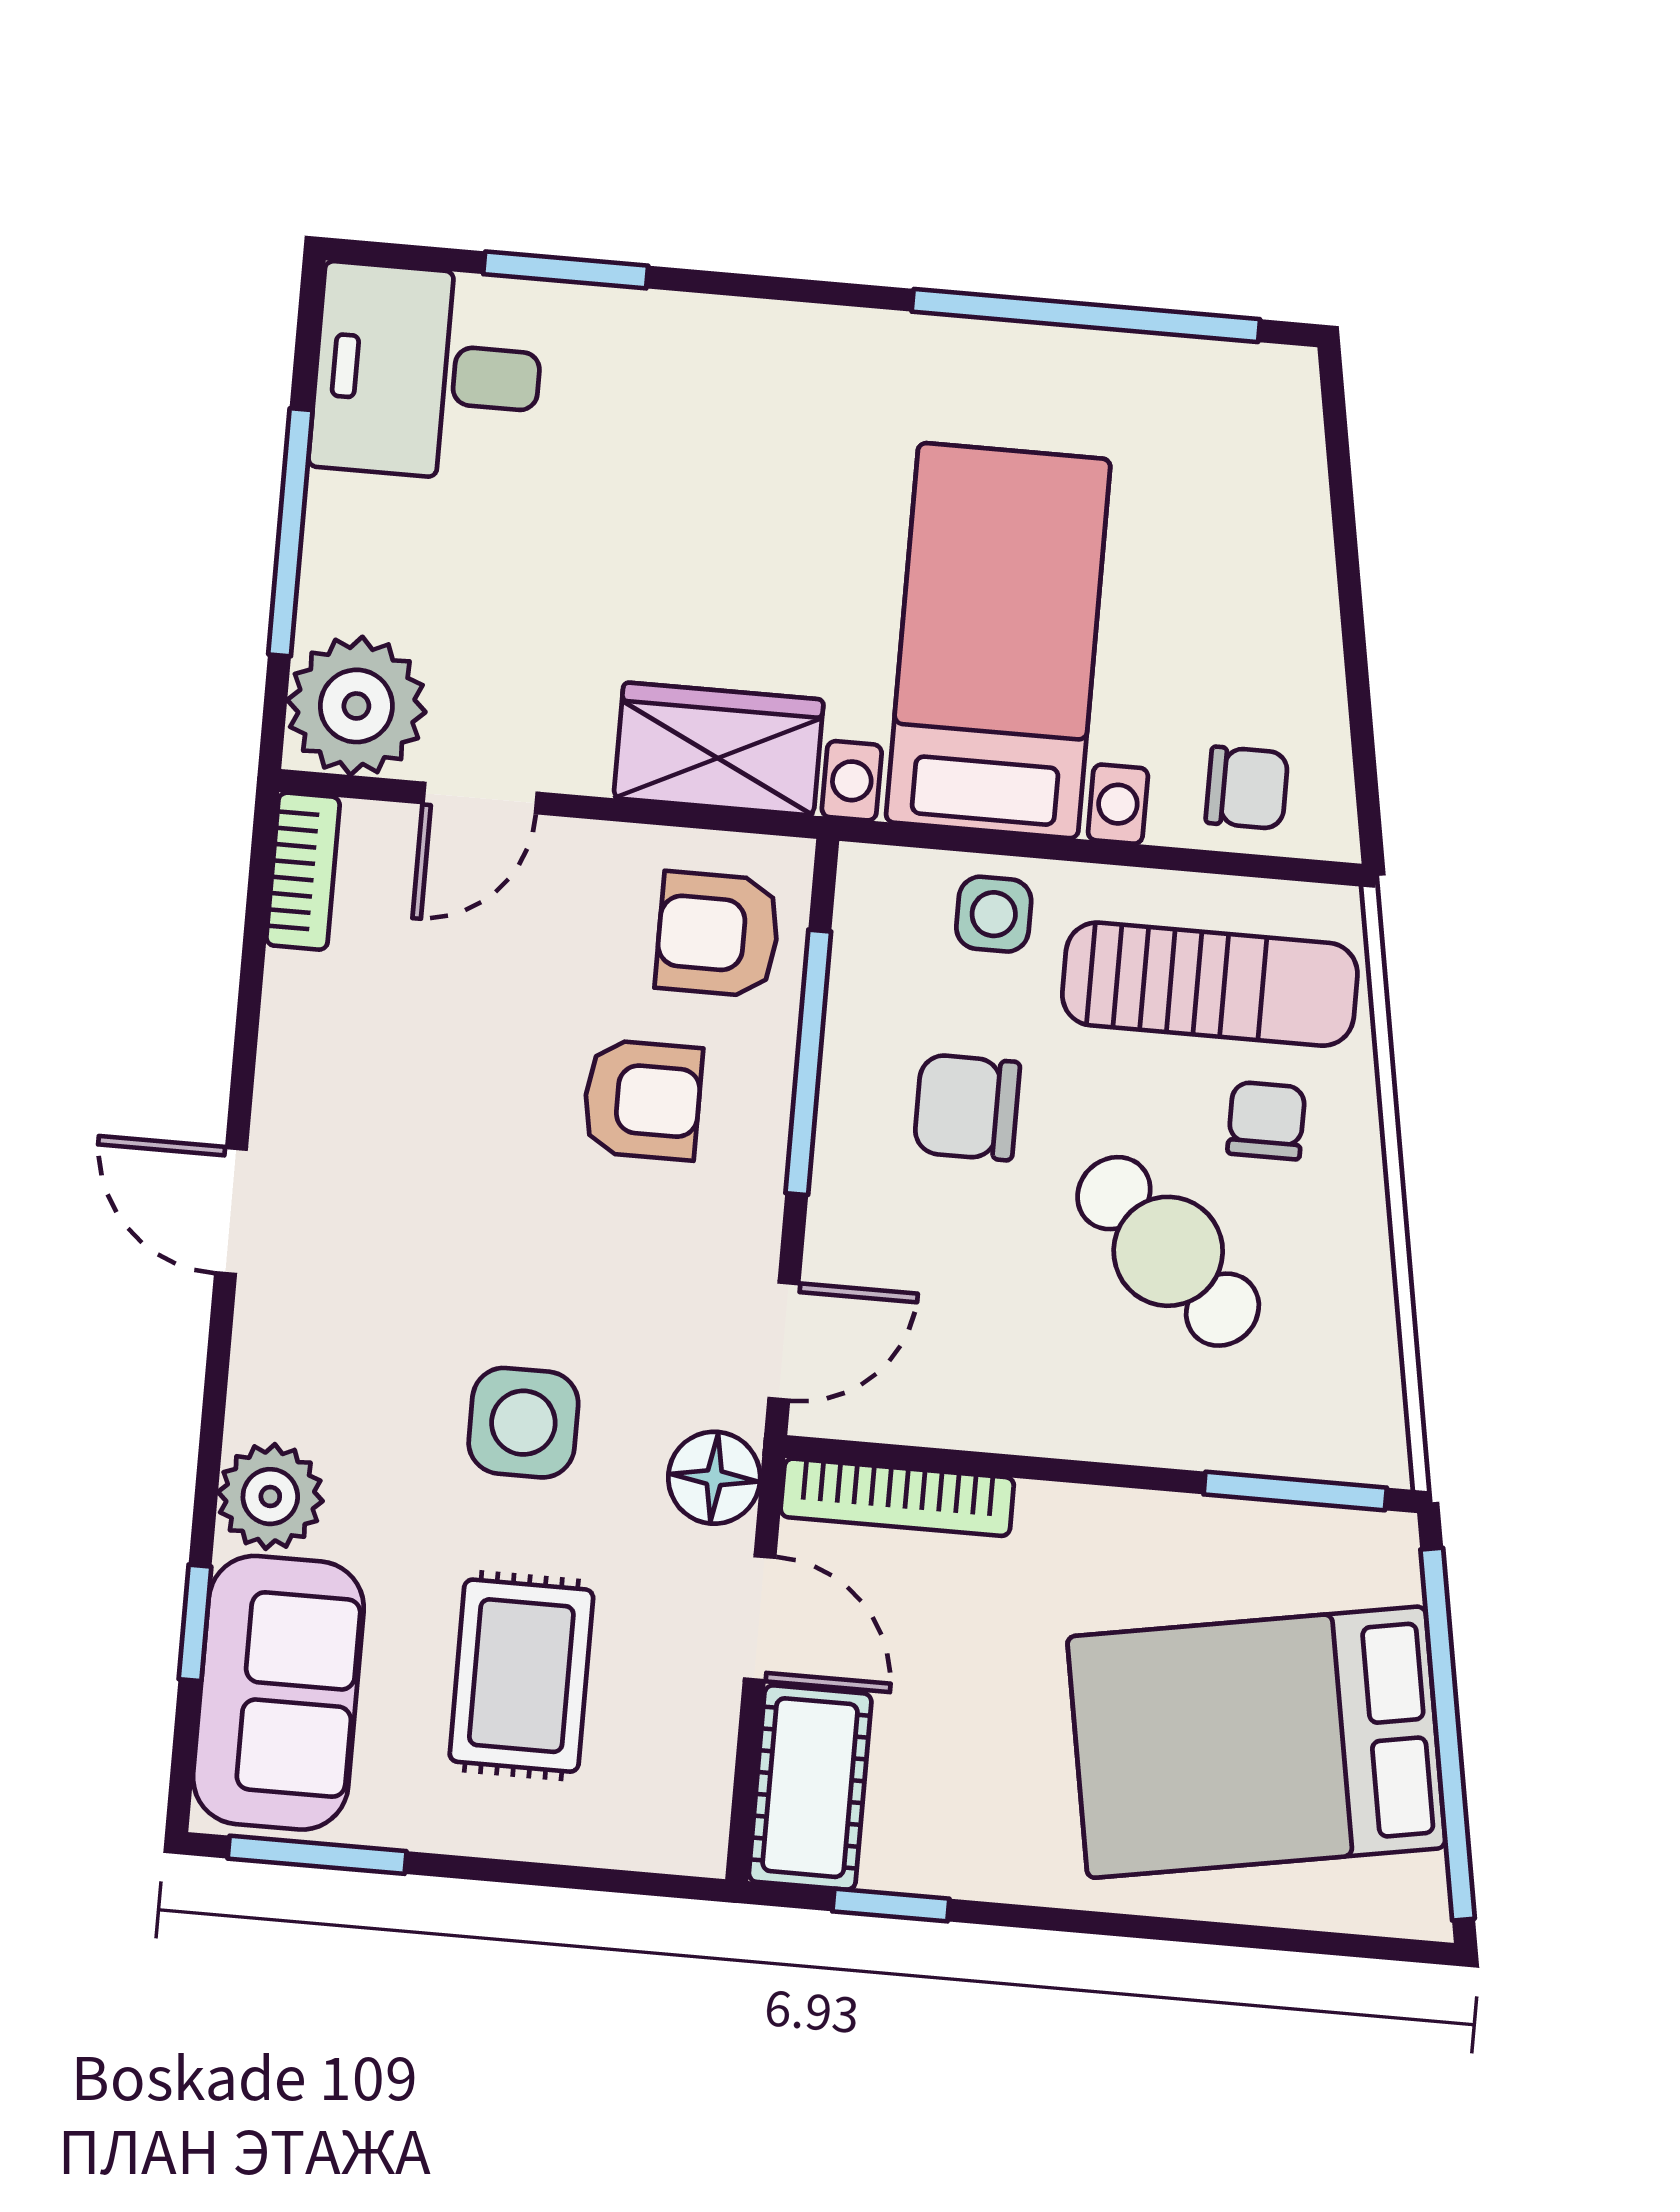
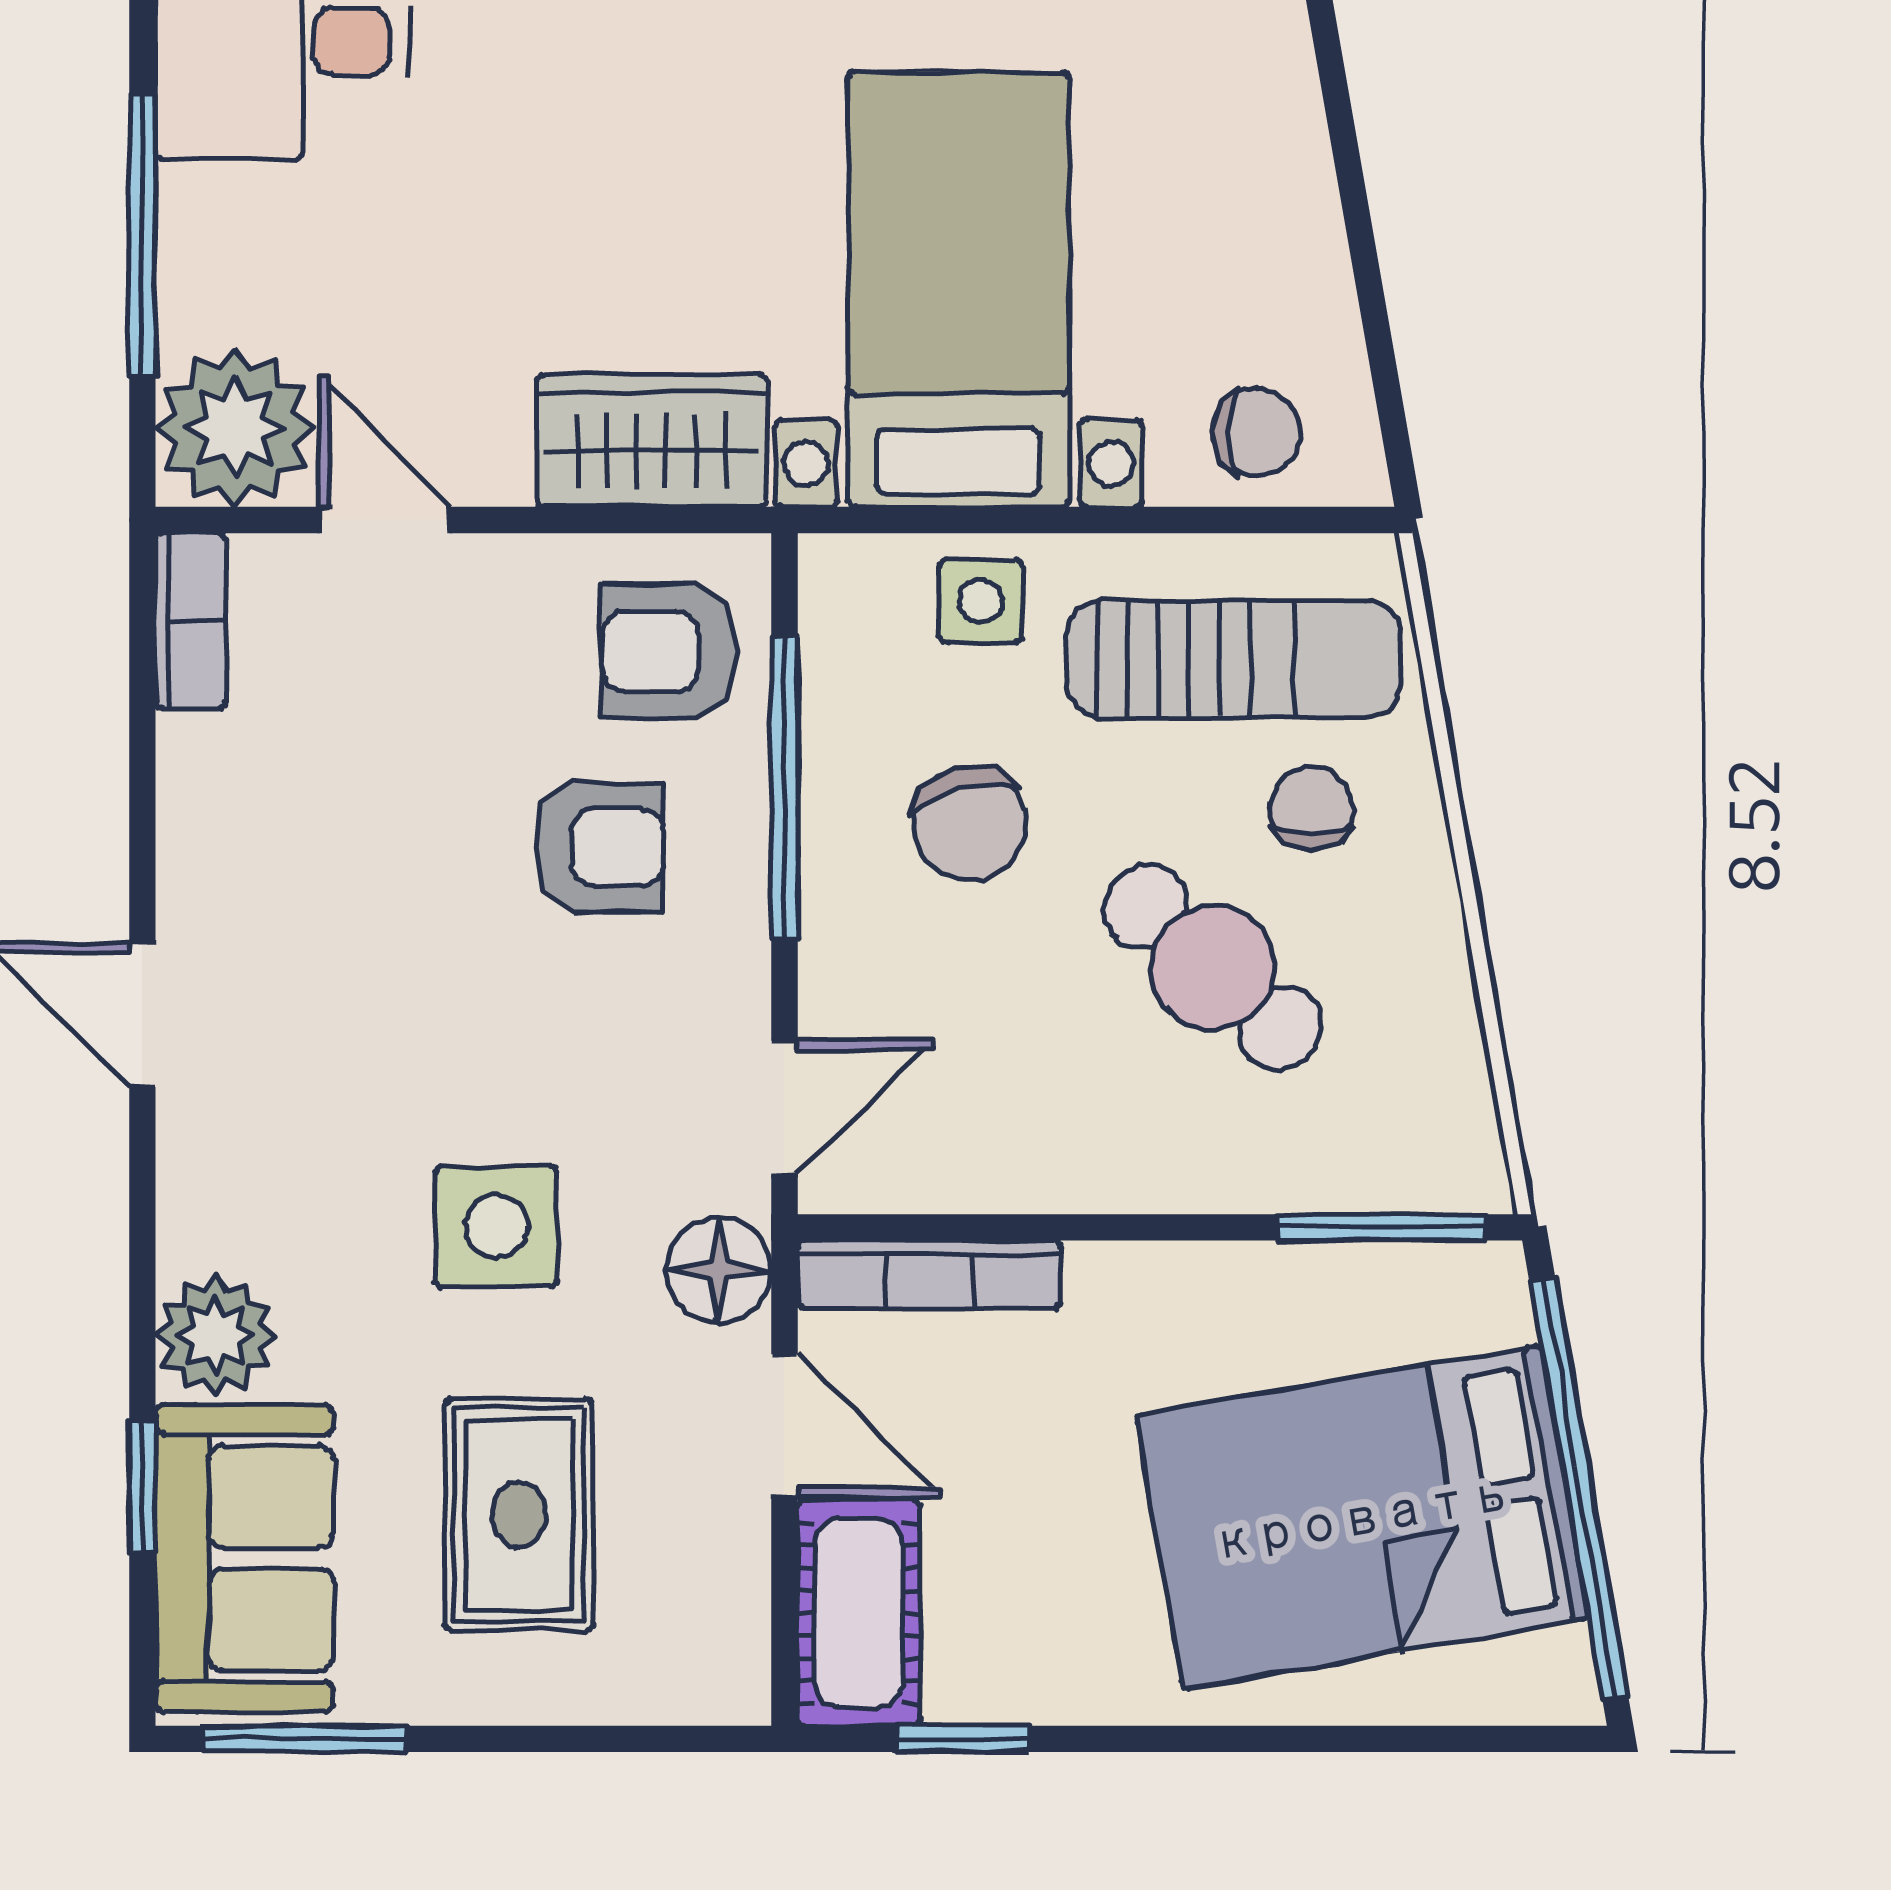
door: (480, 798) -> (385, 520), swing flipped
chair: (967, 1107) -> (969, 823), turned -105

